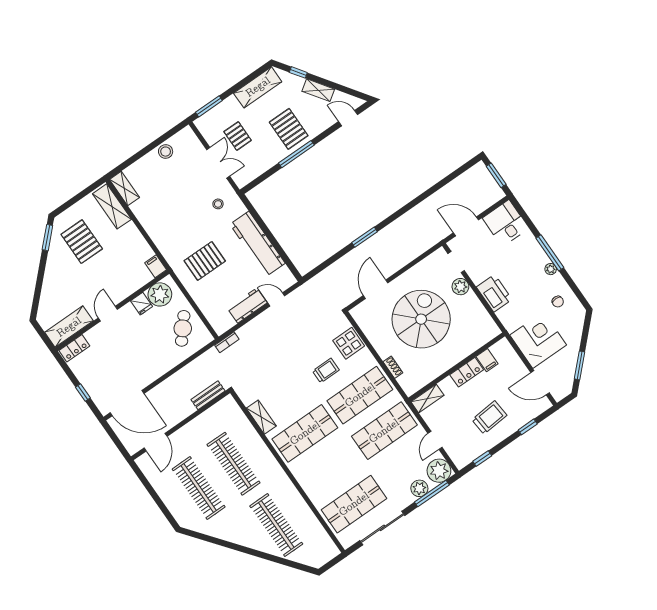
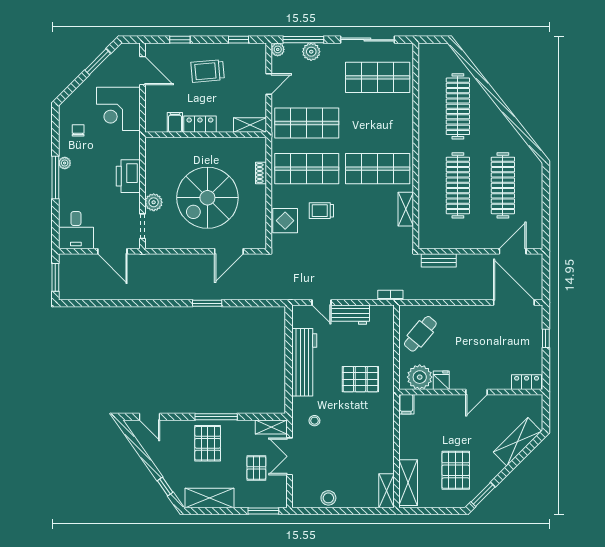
shelving: (318, 90) -> (271, 427), moved, turned -55
shelving: (69, 327) -> (517, 442), moved, turned -45
plant: (439, 471) -> (278, 49), width x0.53, depth x0.53

